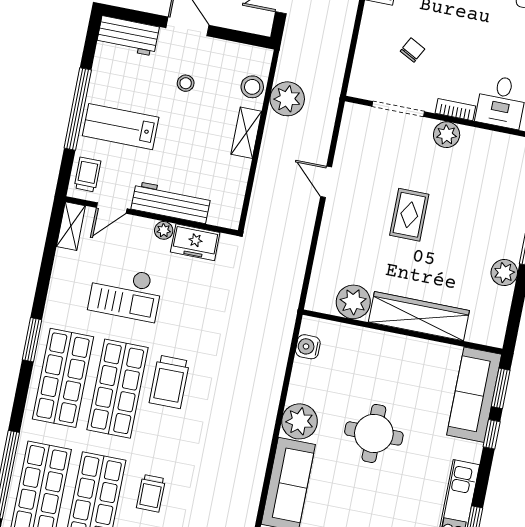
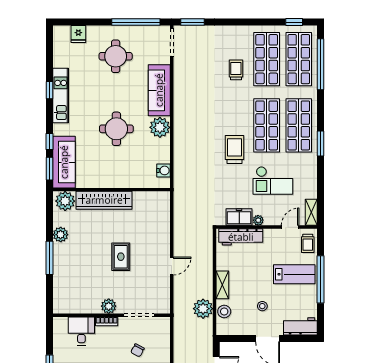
door: (326, 182) -> (172, 266), hinge flipped
workbench: (171, 202) -> (241, 237), moved
checkout: (125, 293) -> (273, 180), turned 180
plant: (353, 302) -> (65, 201), moved
trolley: (169, 382) -> (235, 149), moved

